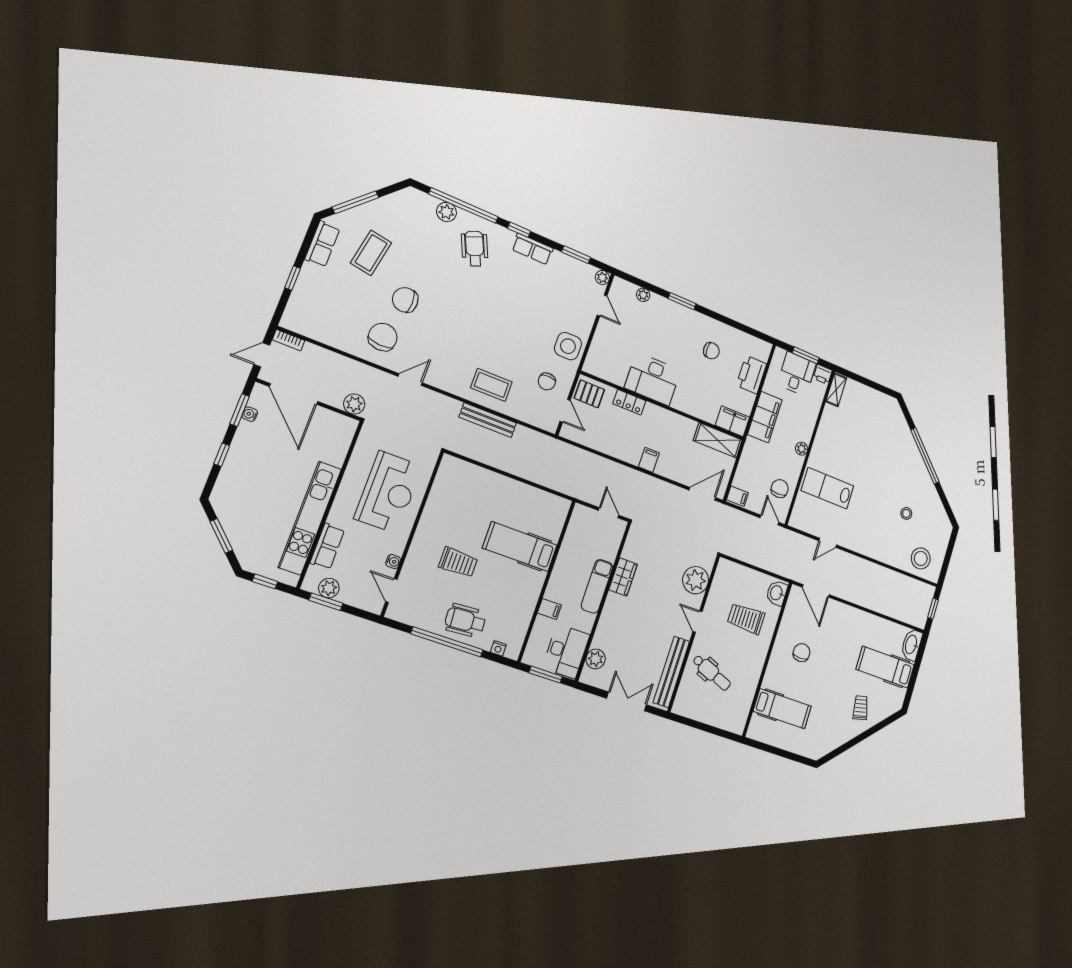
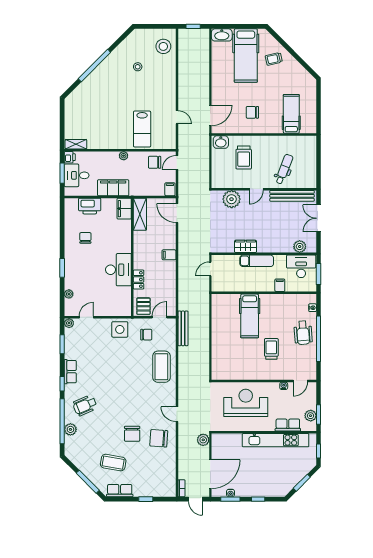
coffee table: (491, 385) -> (161, 367), width x1.36, depth x1.32
bench: (488, 420) -> (183, 328), moved
hospital bed: (885, 667) -> (246, 56), width x1.37, depth x1.29

